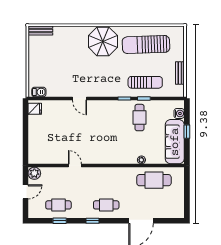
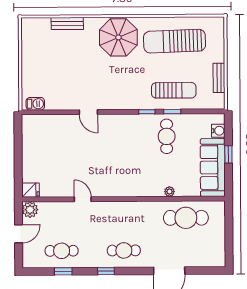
bench: (40, 31) -> (67, 23), moved
fridge: (35, 109) -> (30, 190), moved

